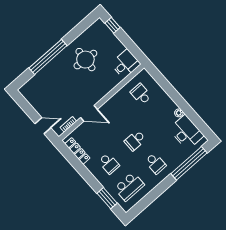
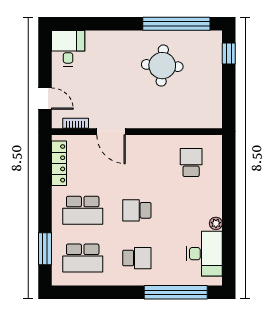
window: (48, 57) -> (176, 24), moved
desk: (126, 64) -> (68, 48), moved, turned -90
school desk: (109, 163) -> (83, 210), width x1.85
school desk: (155, 163) -> (137, 258), turned -90

